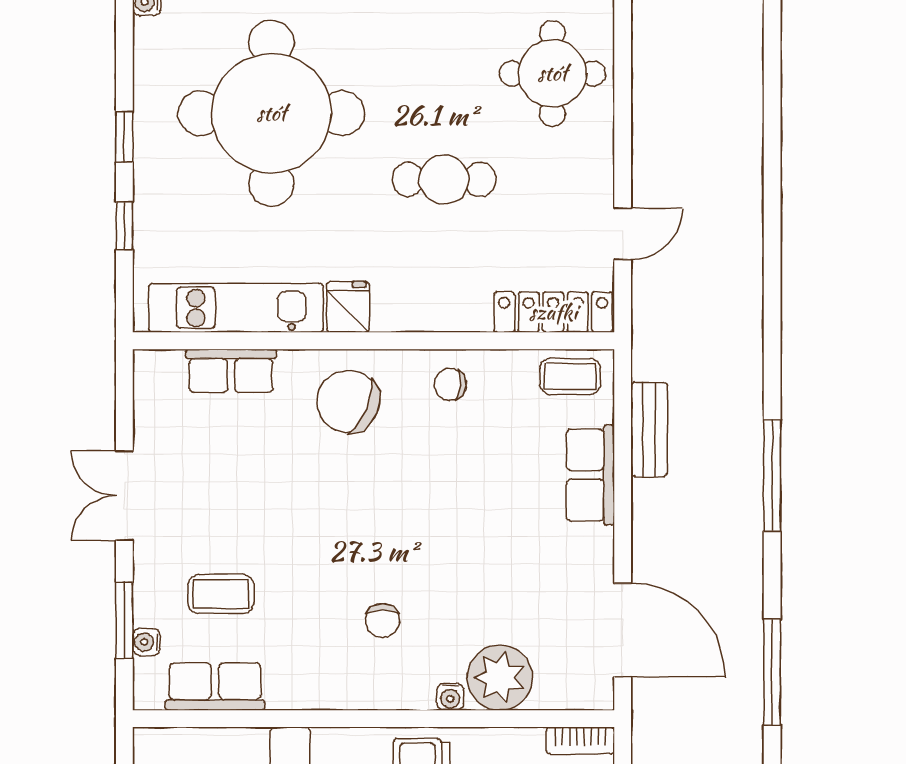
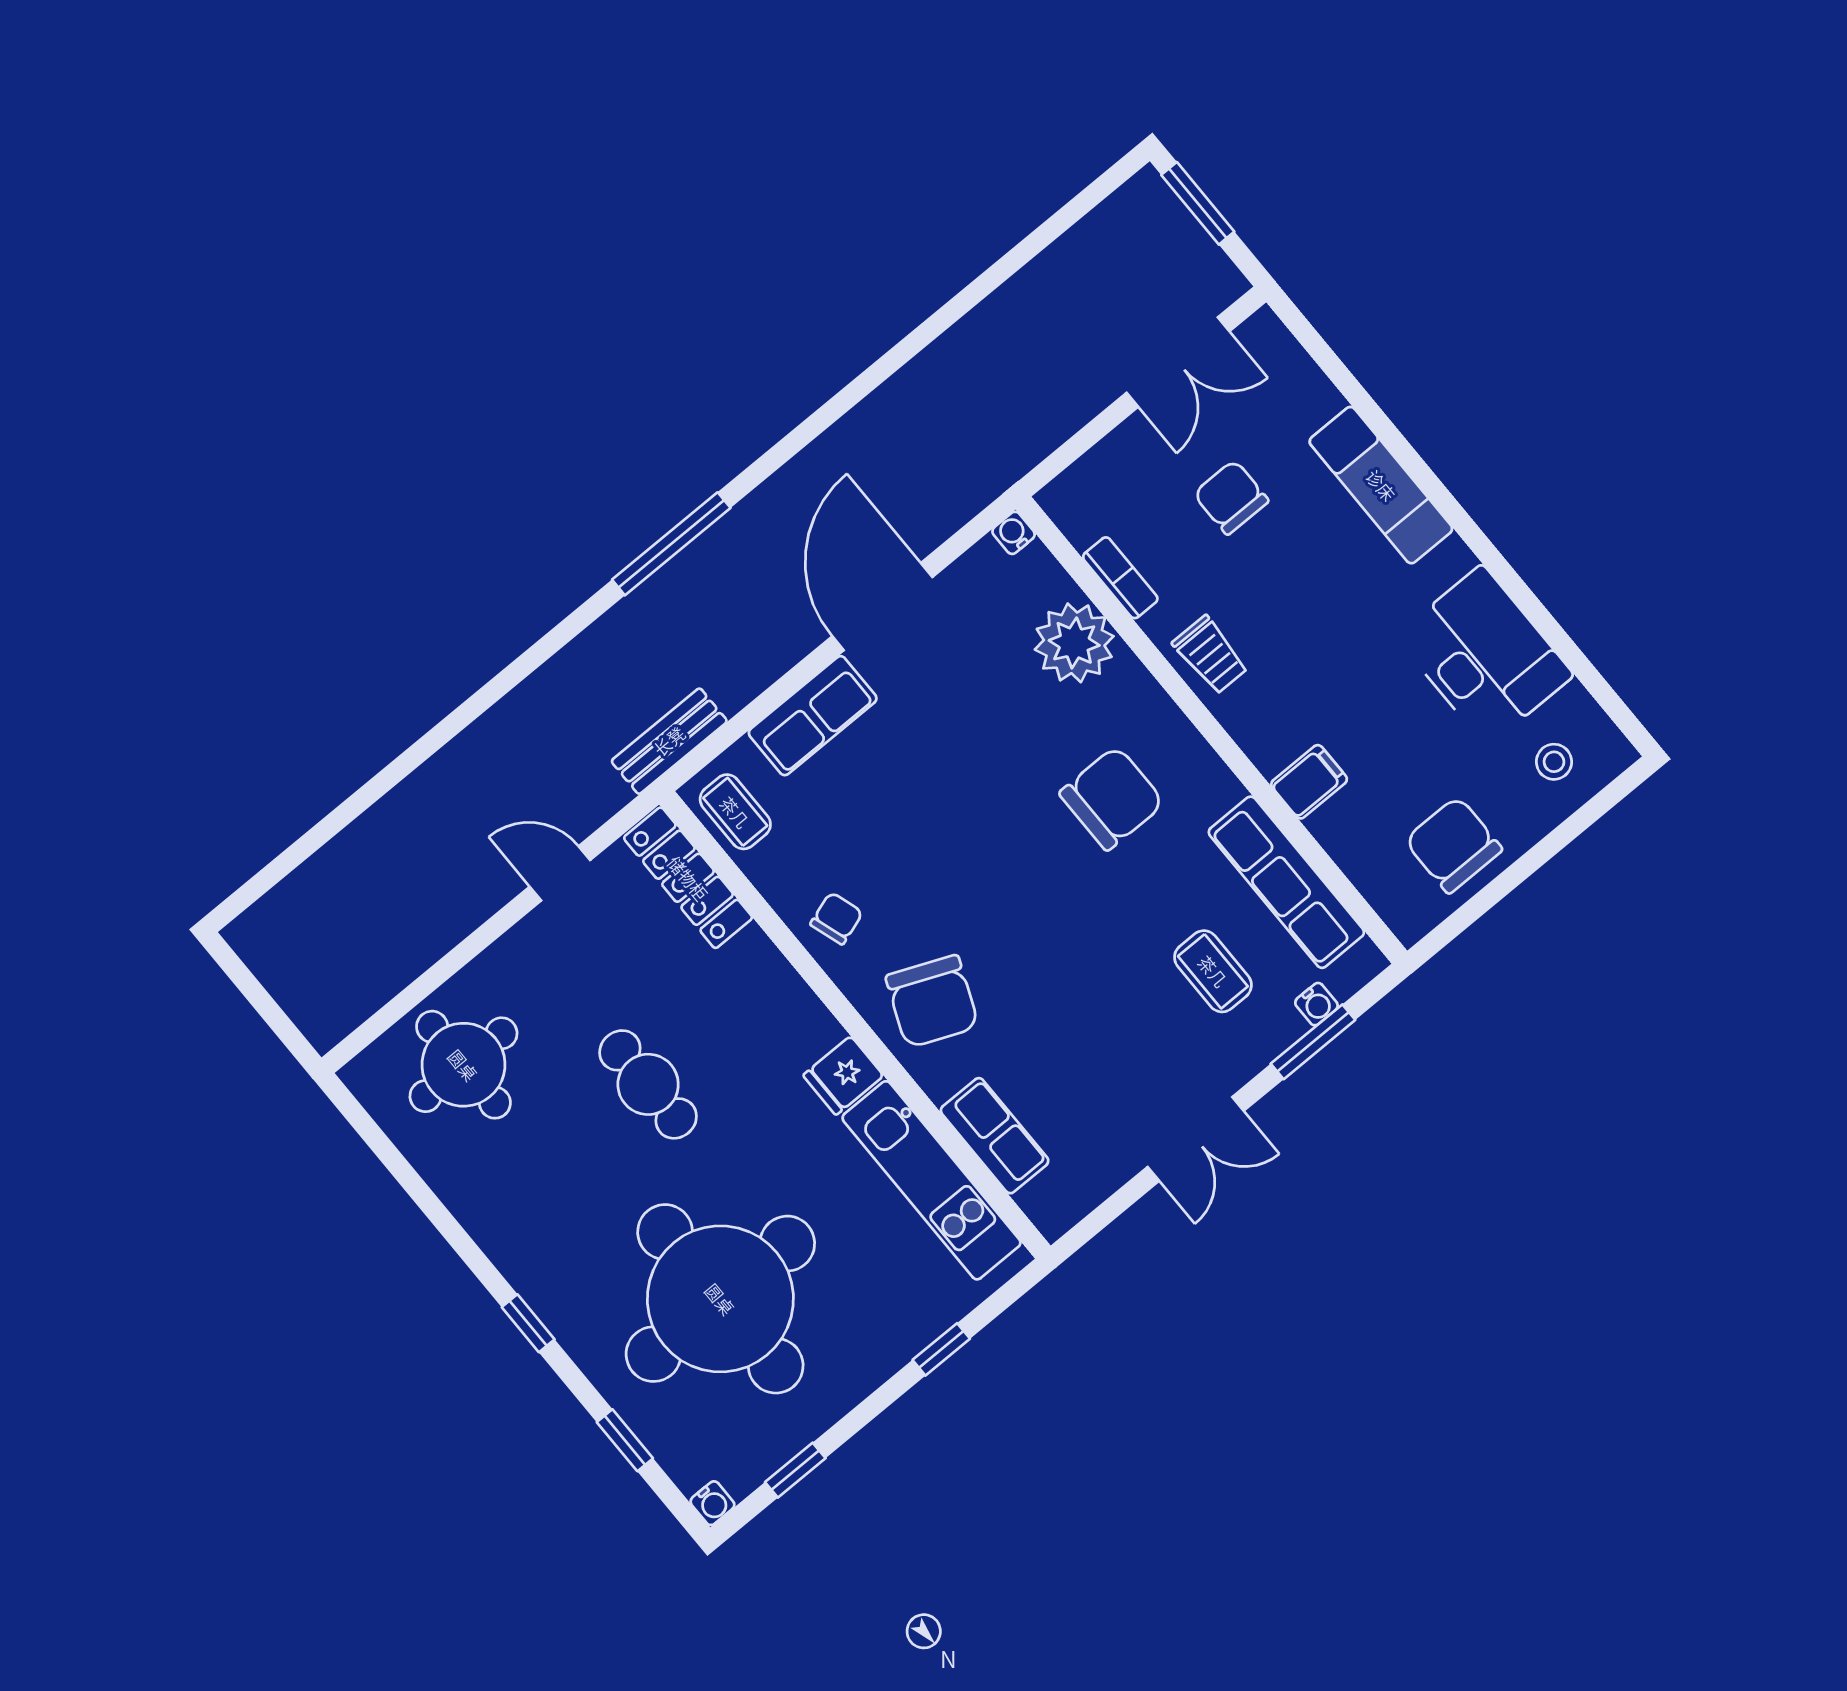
window: (124, 137) -> (795, 1470), moved
chair: (450, 385) -> (837, 918), turned -112
bench: (649, 429) -> (669, 741), moved
chair: (383, 620) -> (1112, 798), width x1.87, depth x1.87
door: (623, 630) -> (882, 607), moved
window: (772, 672) -> (857, 390), removed
row of seats: (215, 687) -> (1286, 882), width x1.48
water cooler: (450, 697) -> (1014, 533), moved, turned -90
bookcase: (580, 741) -> (1120, 578), moved

